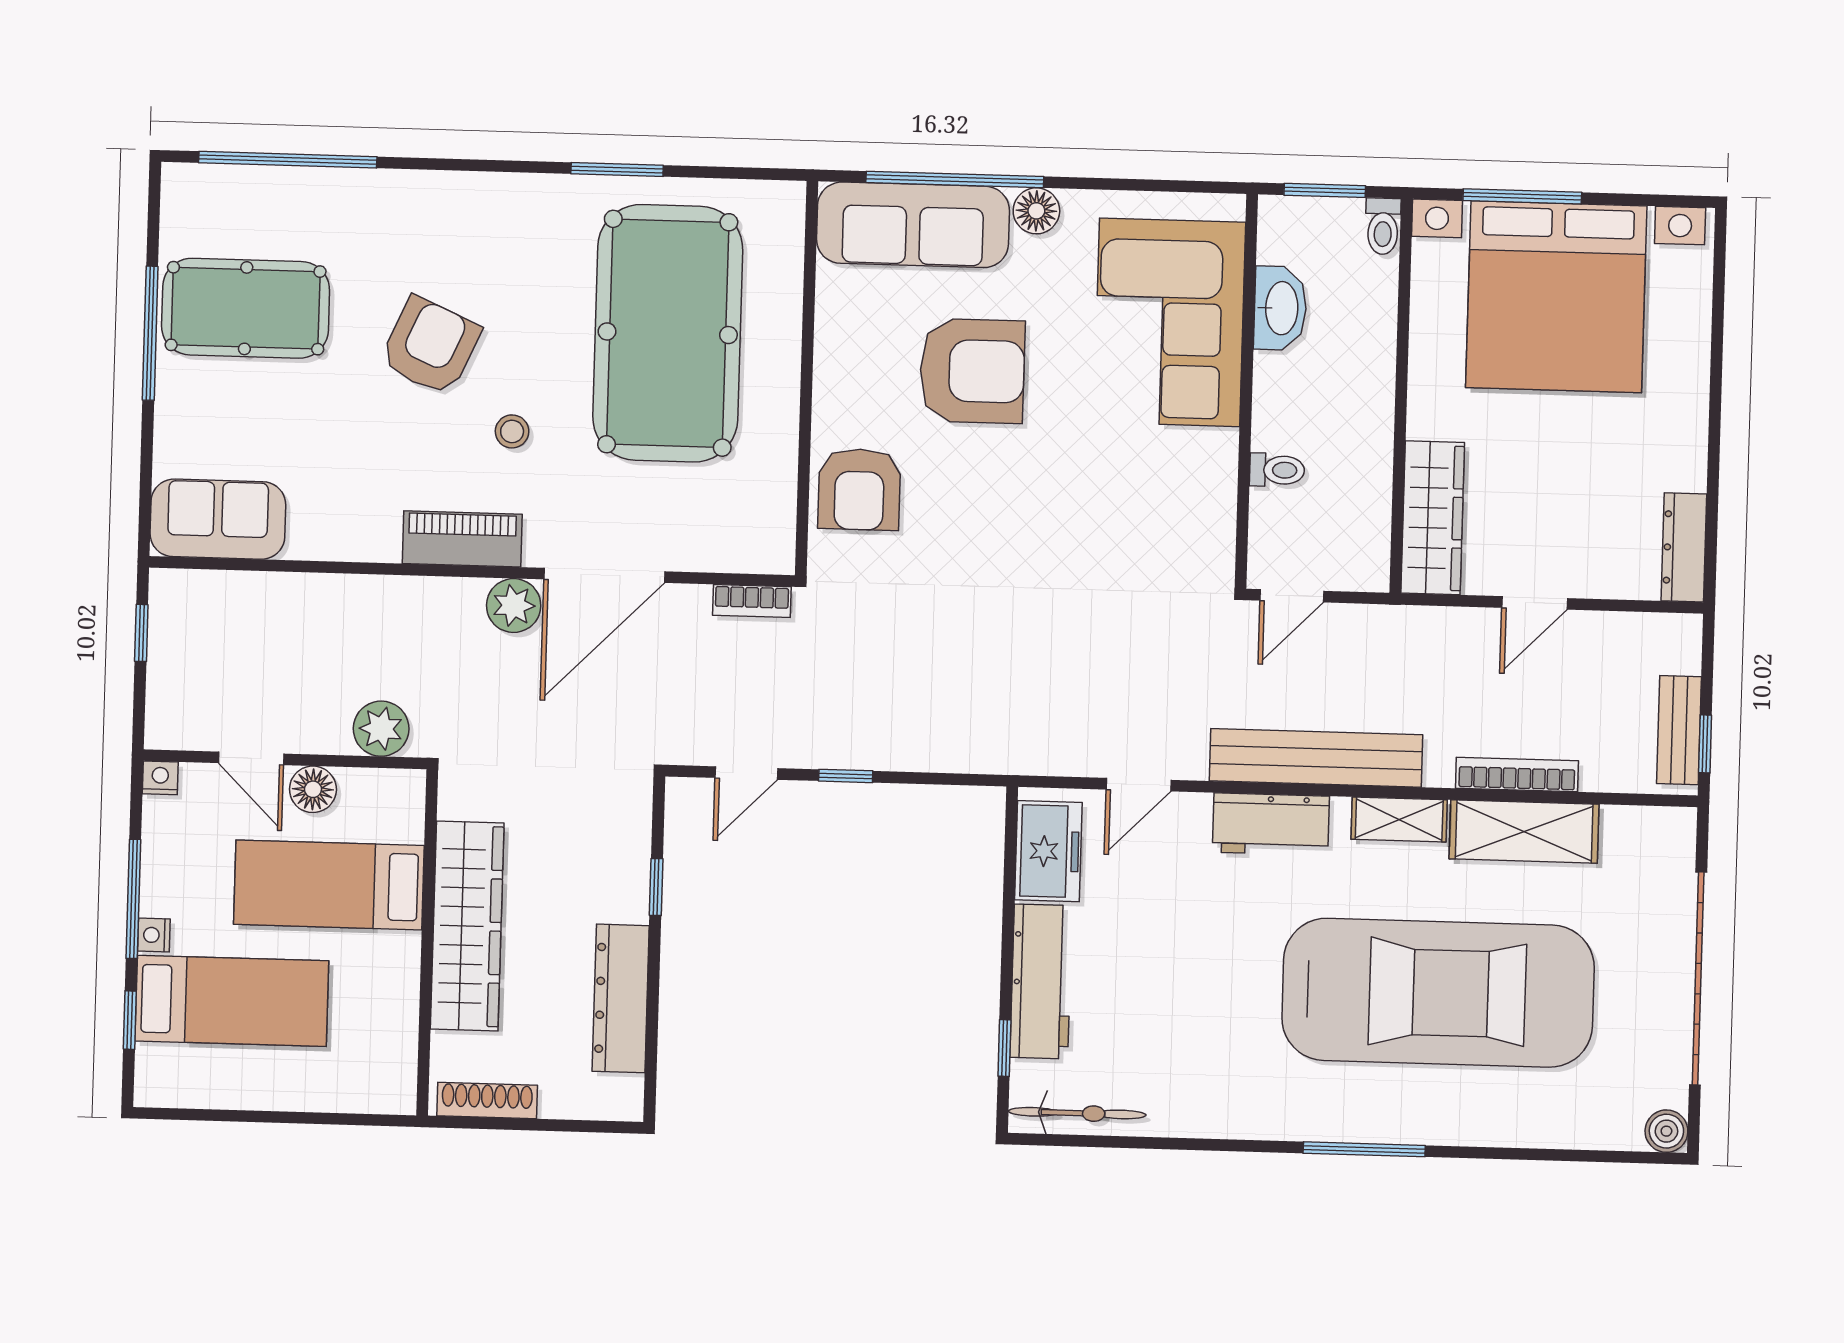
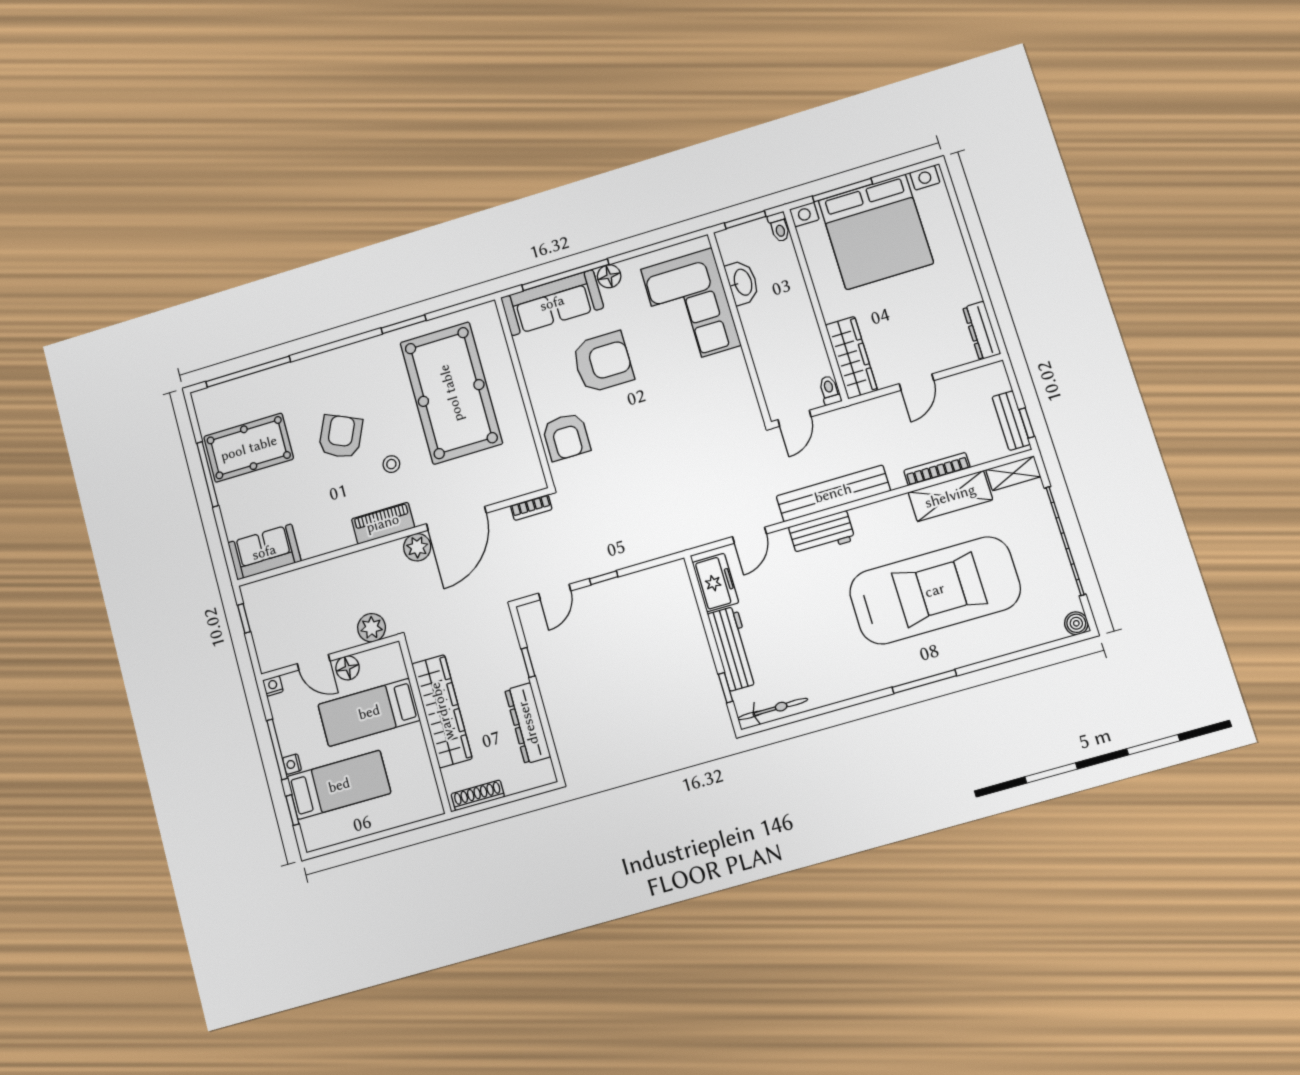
toilet: (1277, 470) -> (830, 390), moved, turned -90
shelving: (1399, 819) -> (1013, 473), moved

